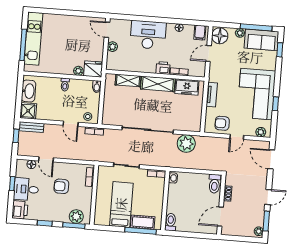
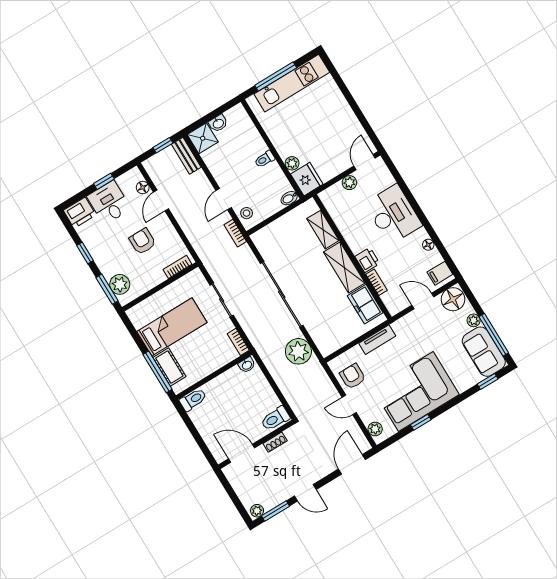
washbasin: (29, 91) -> (218, 123), width x0.52, depth x0.69

